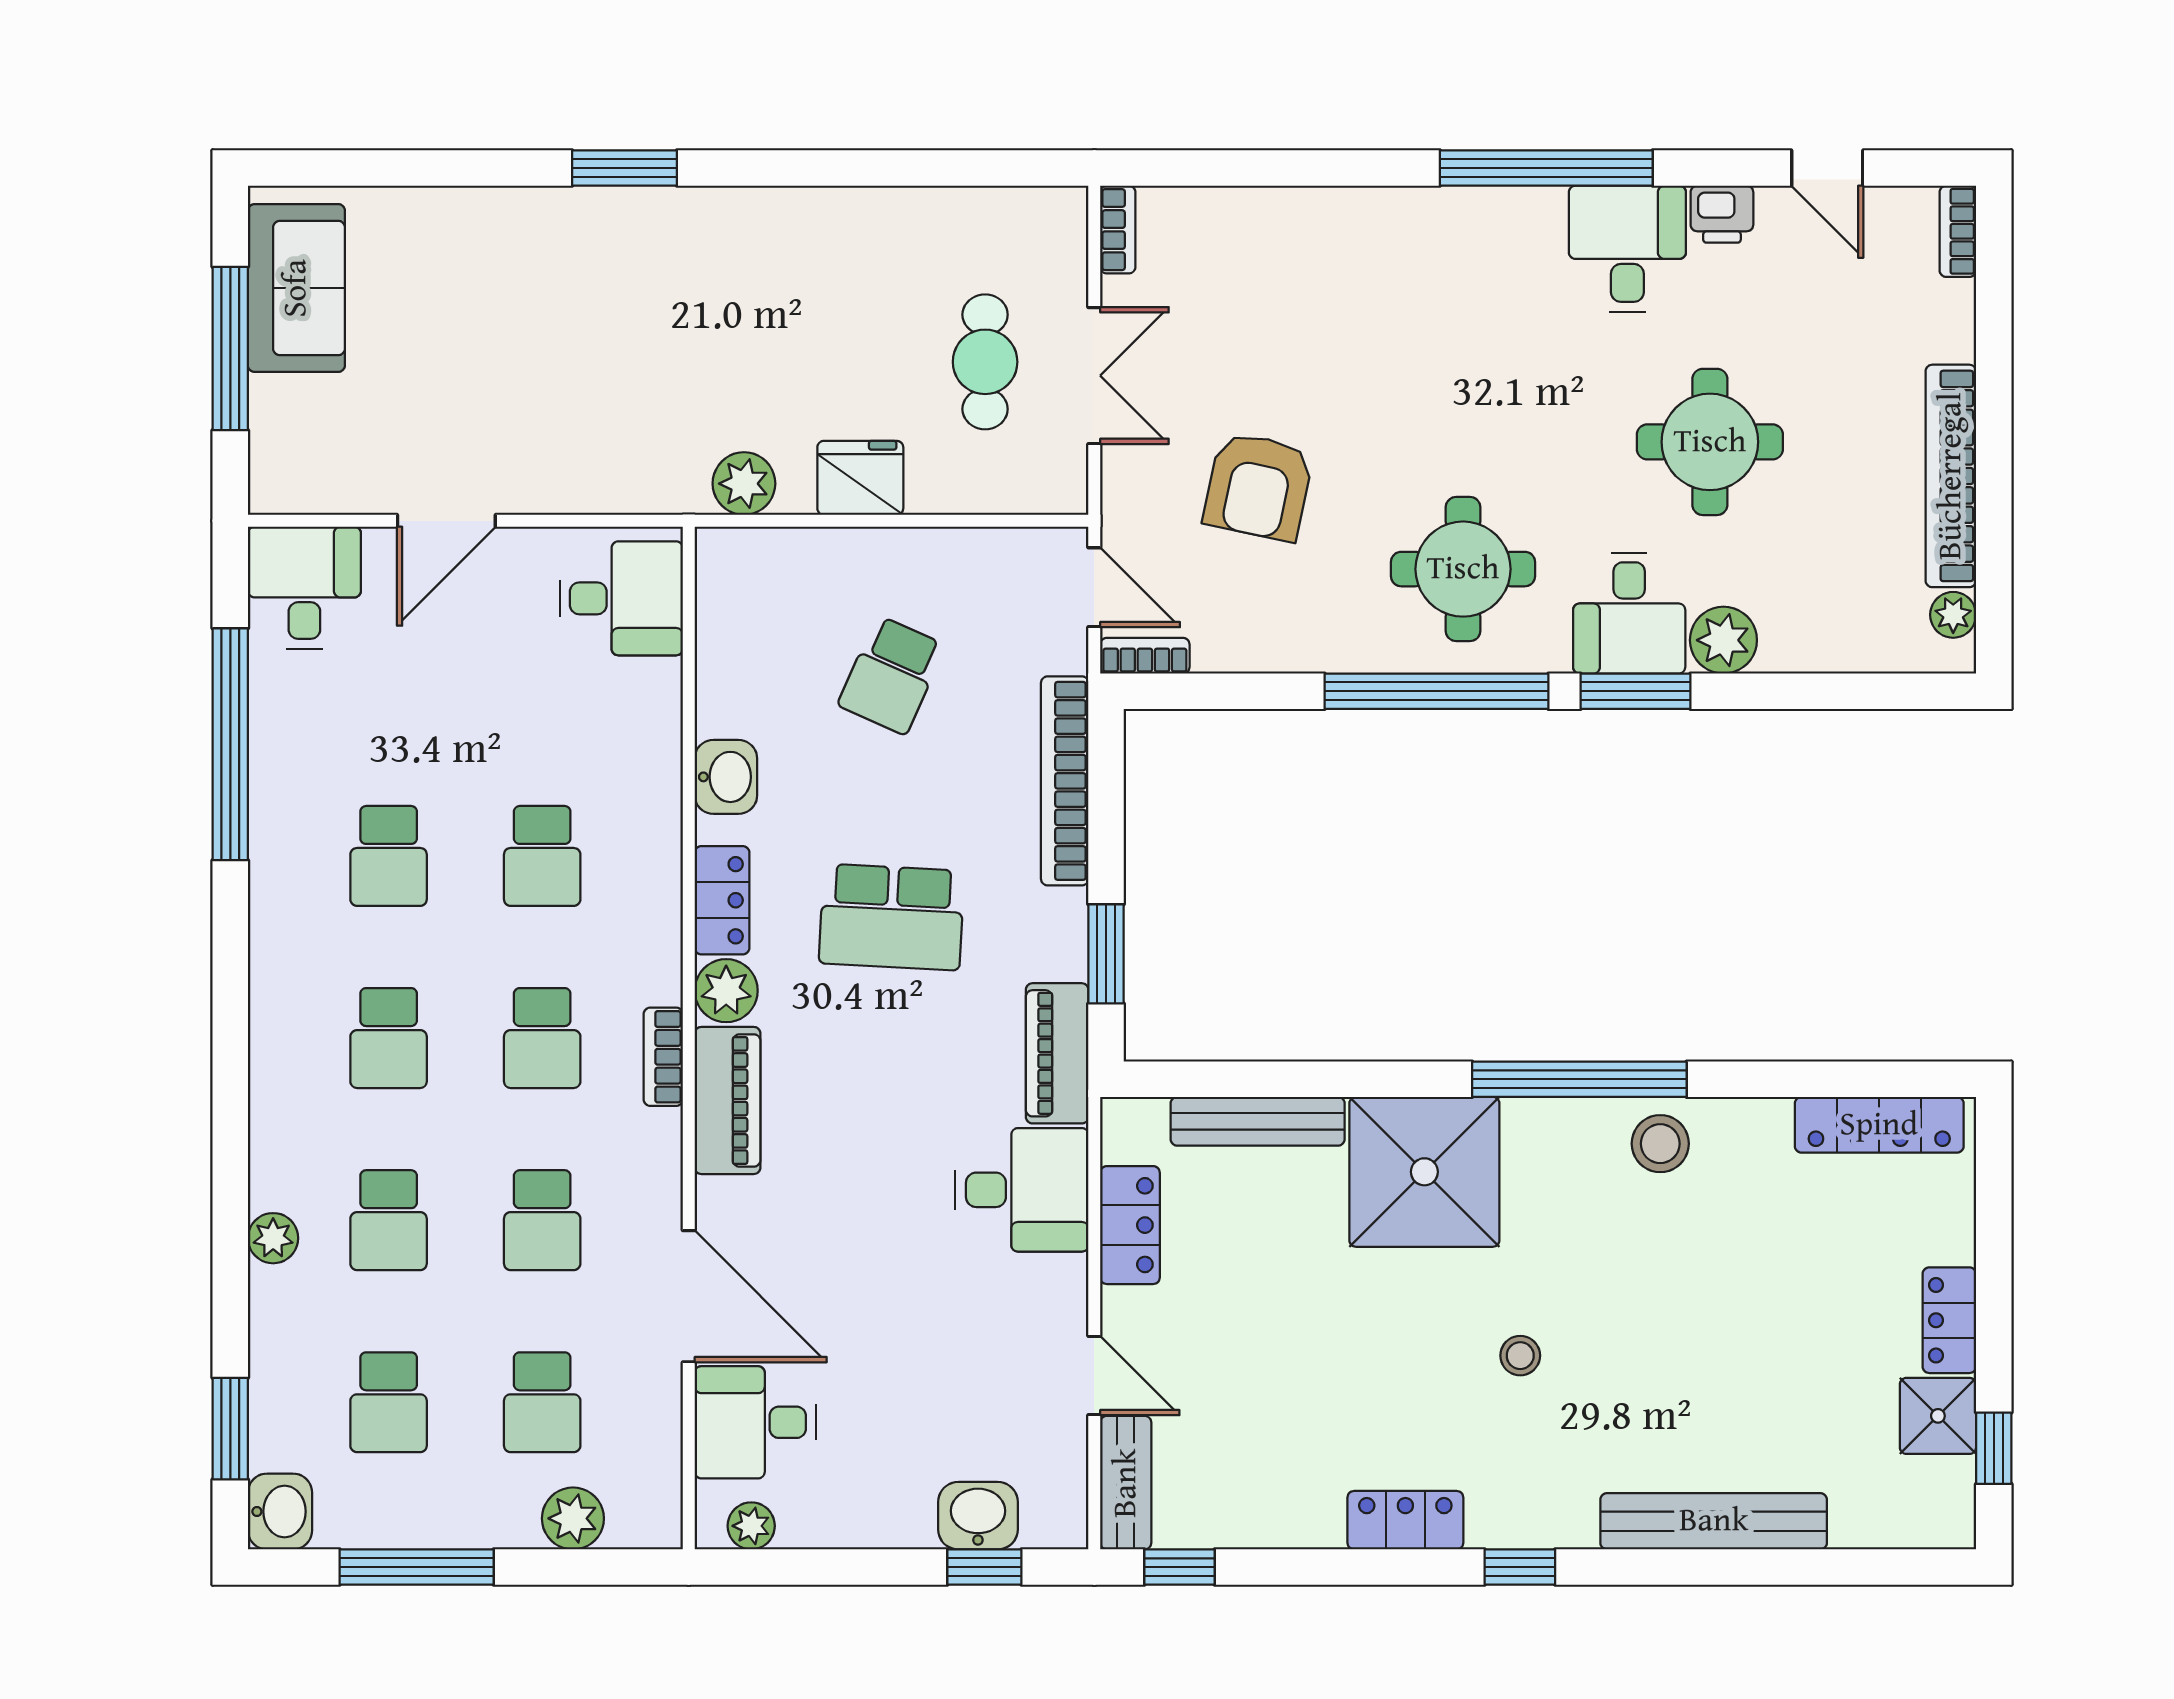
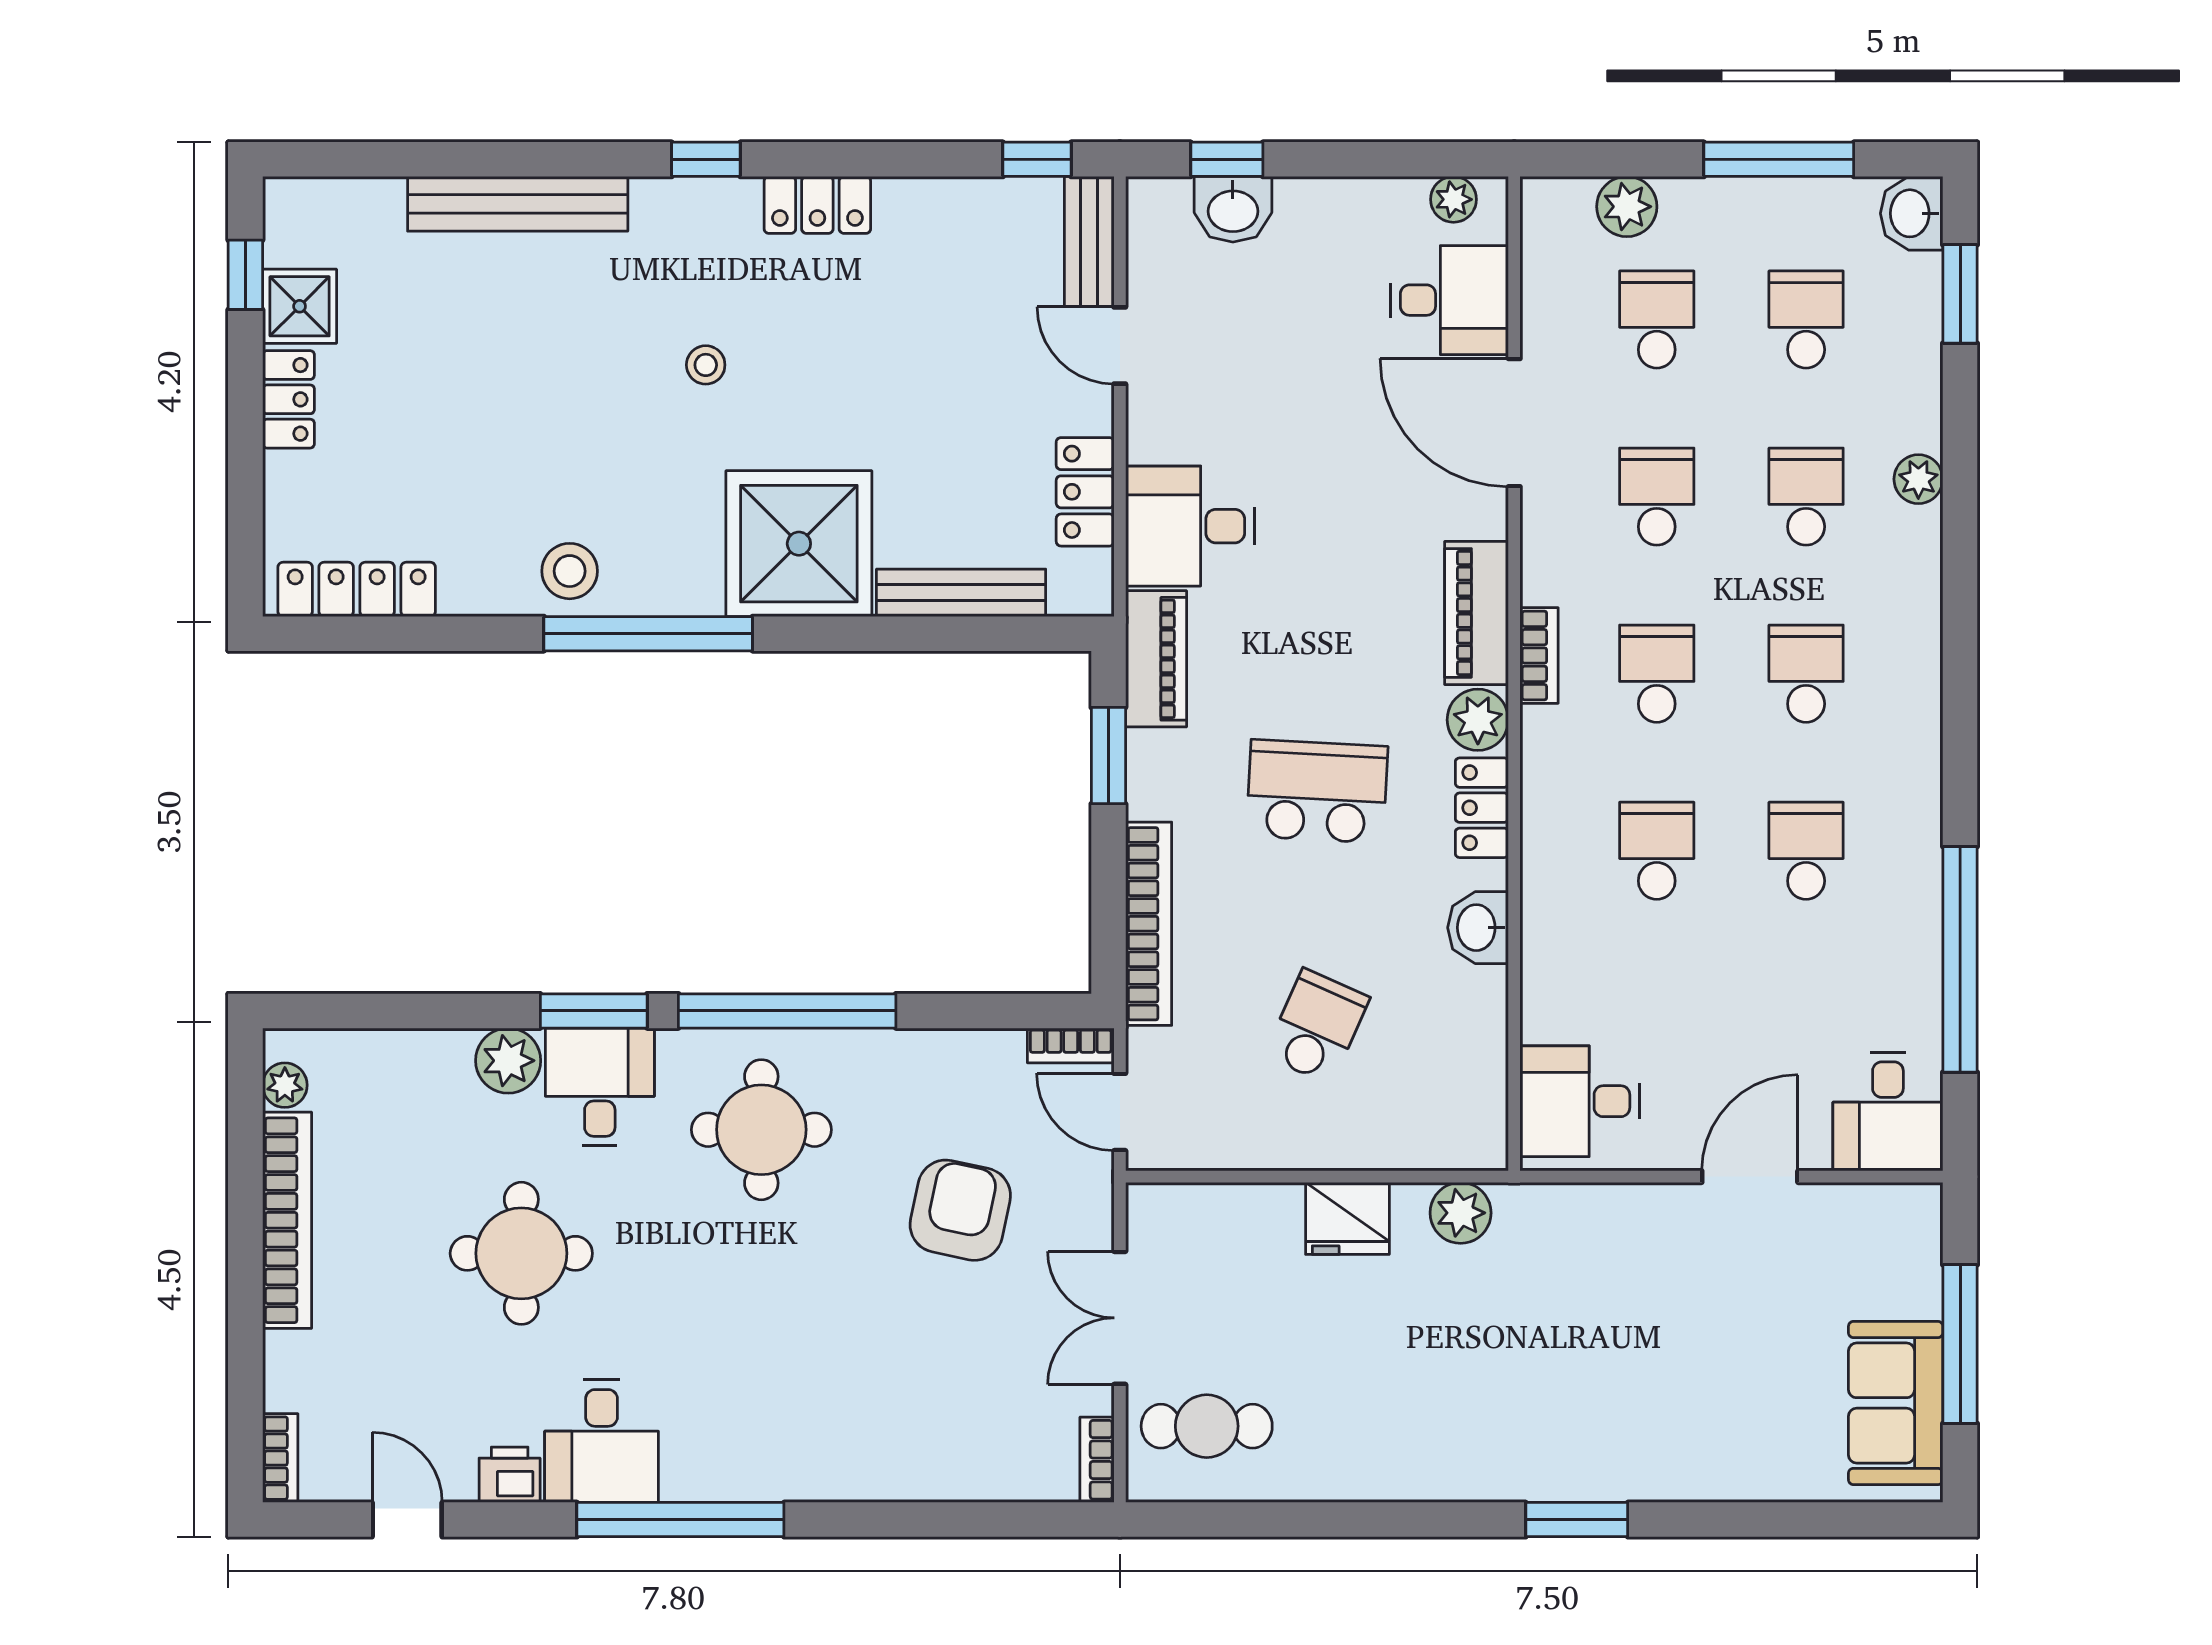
cafe table: (985, 362) -> (1207, 1426), moved, turned 90

